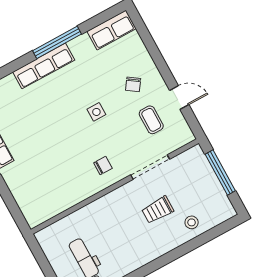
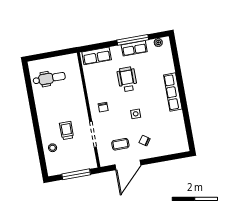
row of seats: (112, 30) -> (97, 56), moved, turned -90
window: (57, 42) -> (184, 104), removed
door: (179, 98) -> (128, 165), width x1.88
wheelchair: (48, 143) -> (127, 79), added

